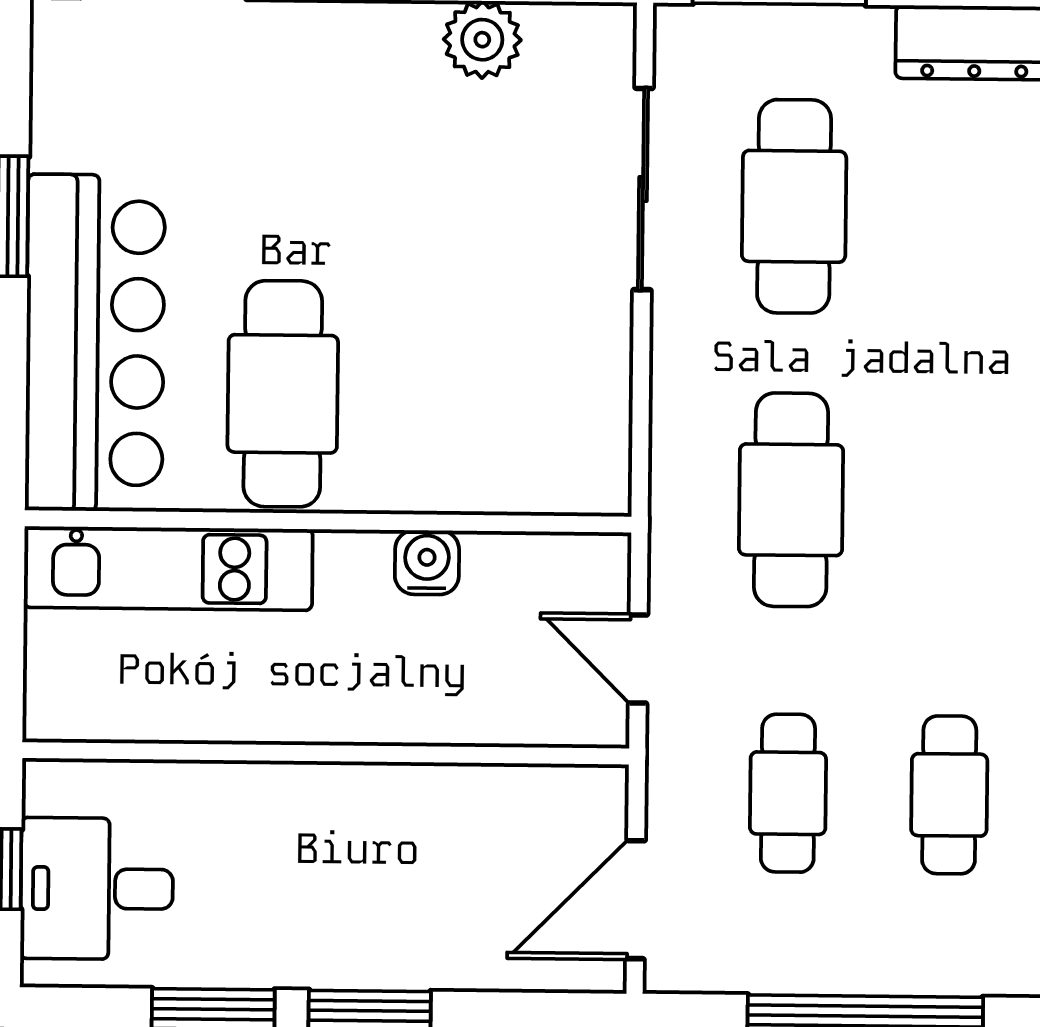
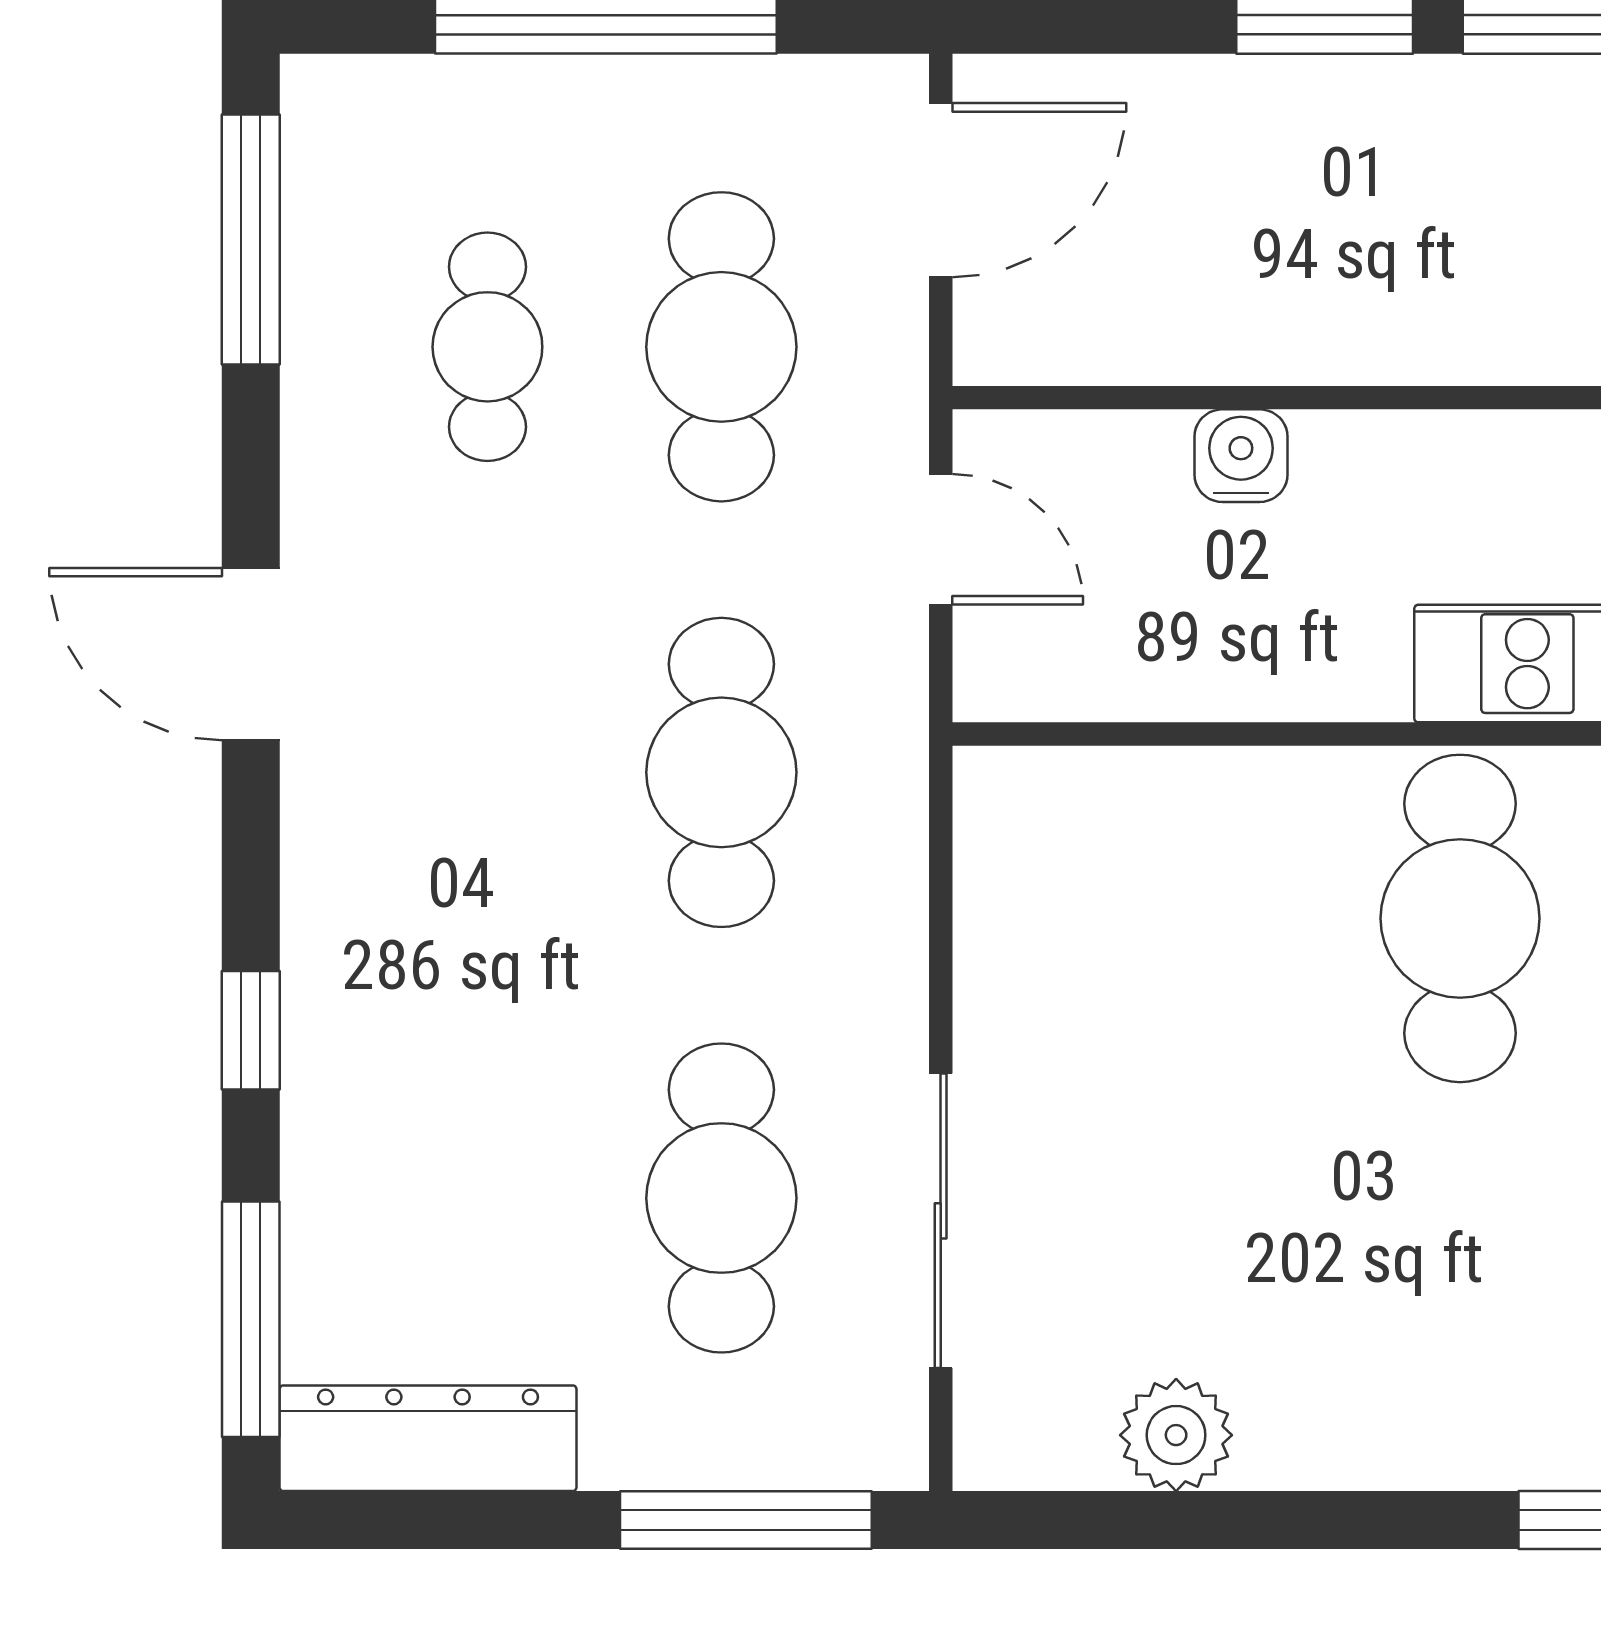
water cooler: (427, 562) -> (1241, 456), moved, turned 180
cafe table: (788, 793) -> (721, 347), width x1.37, depth x1.35

